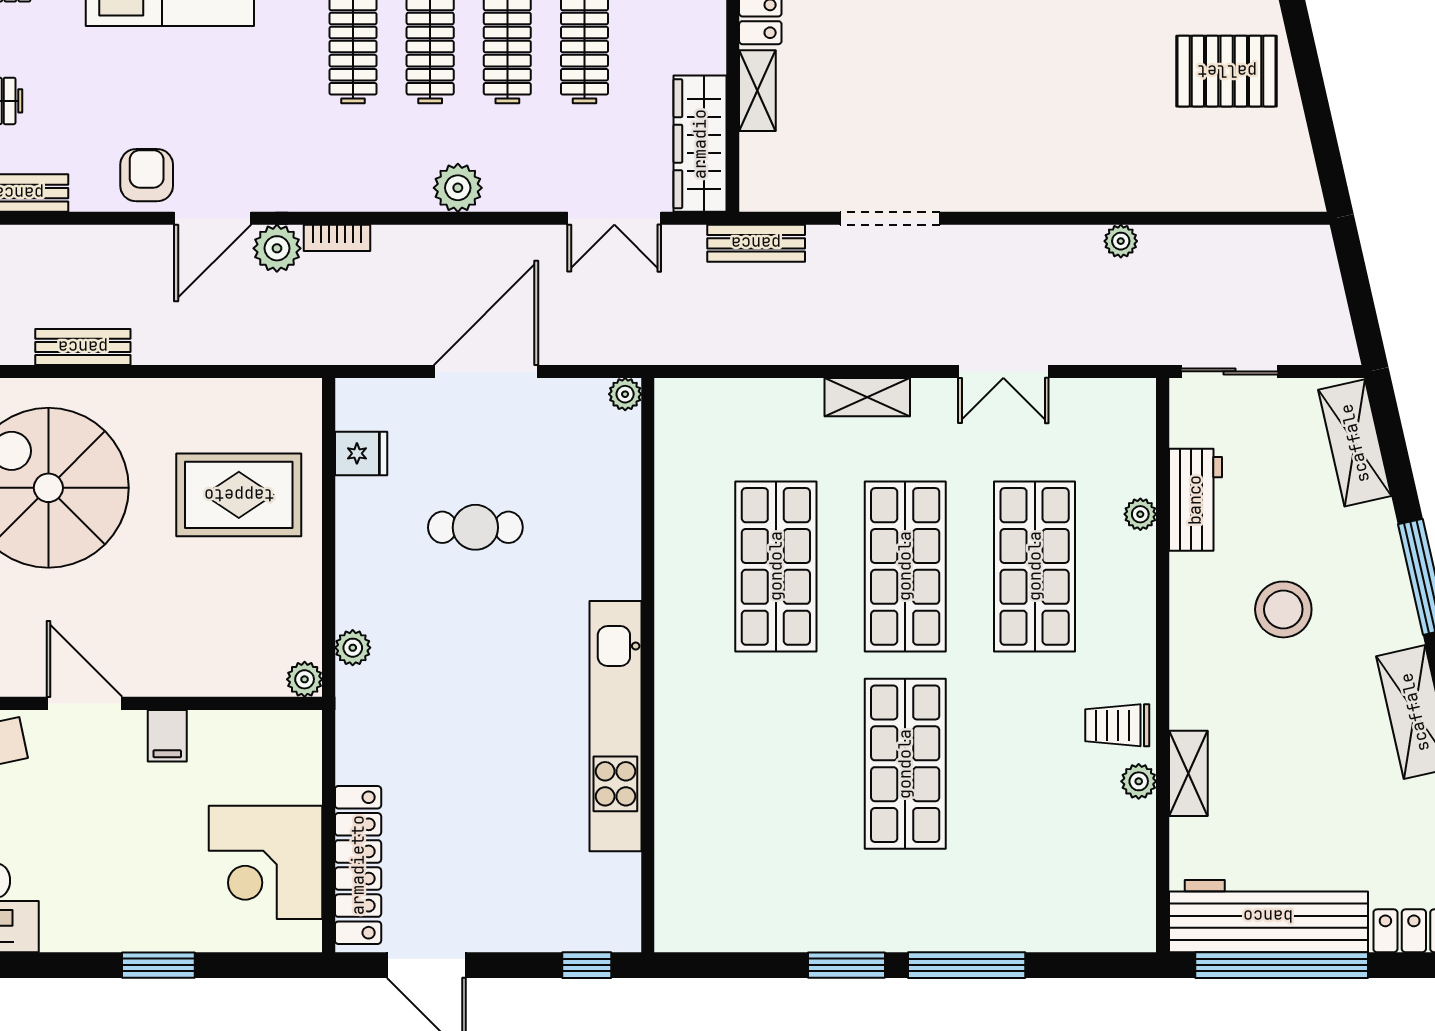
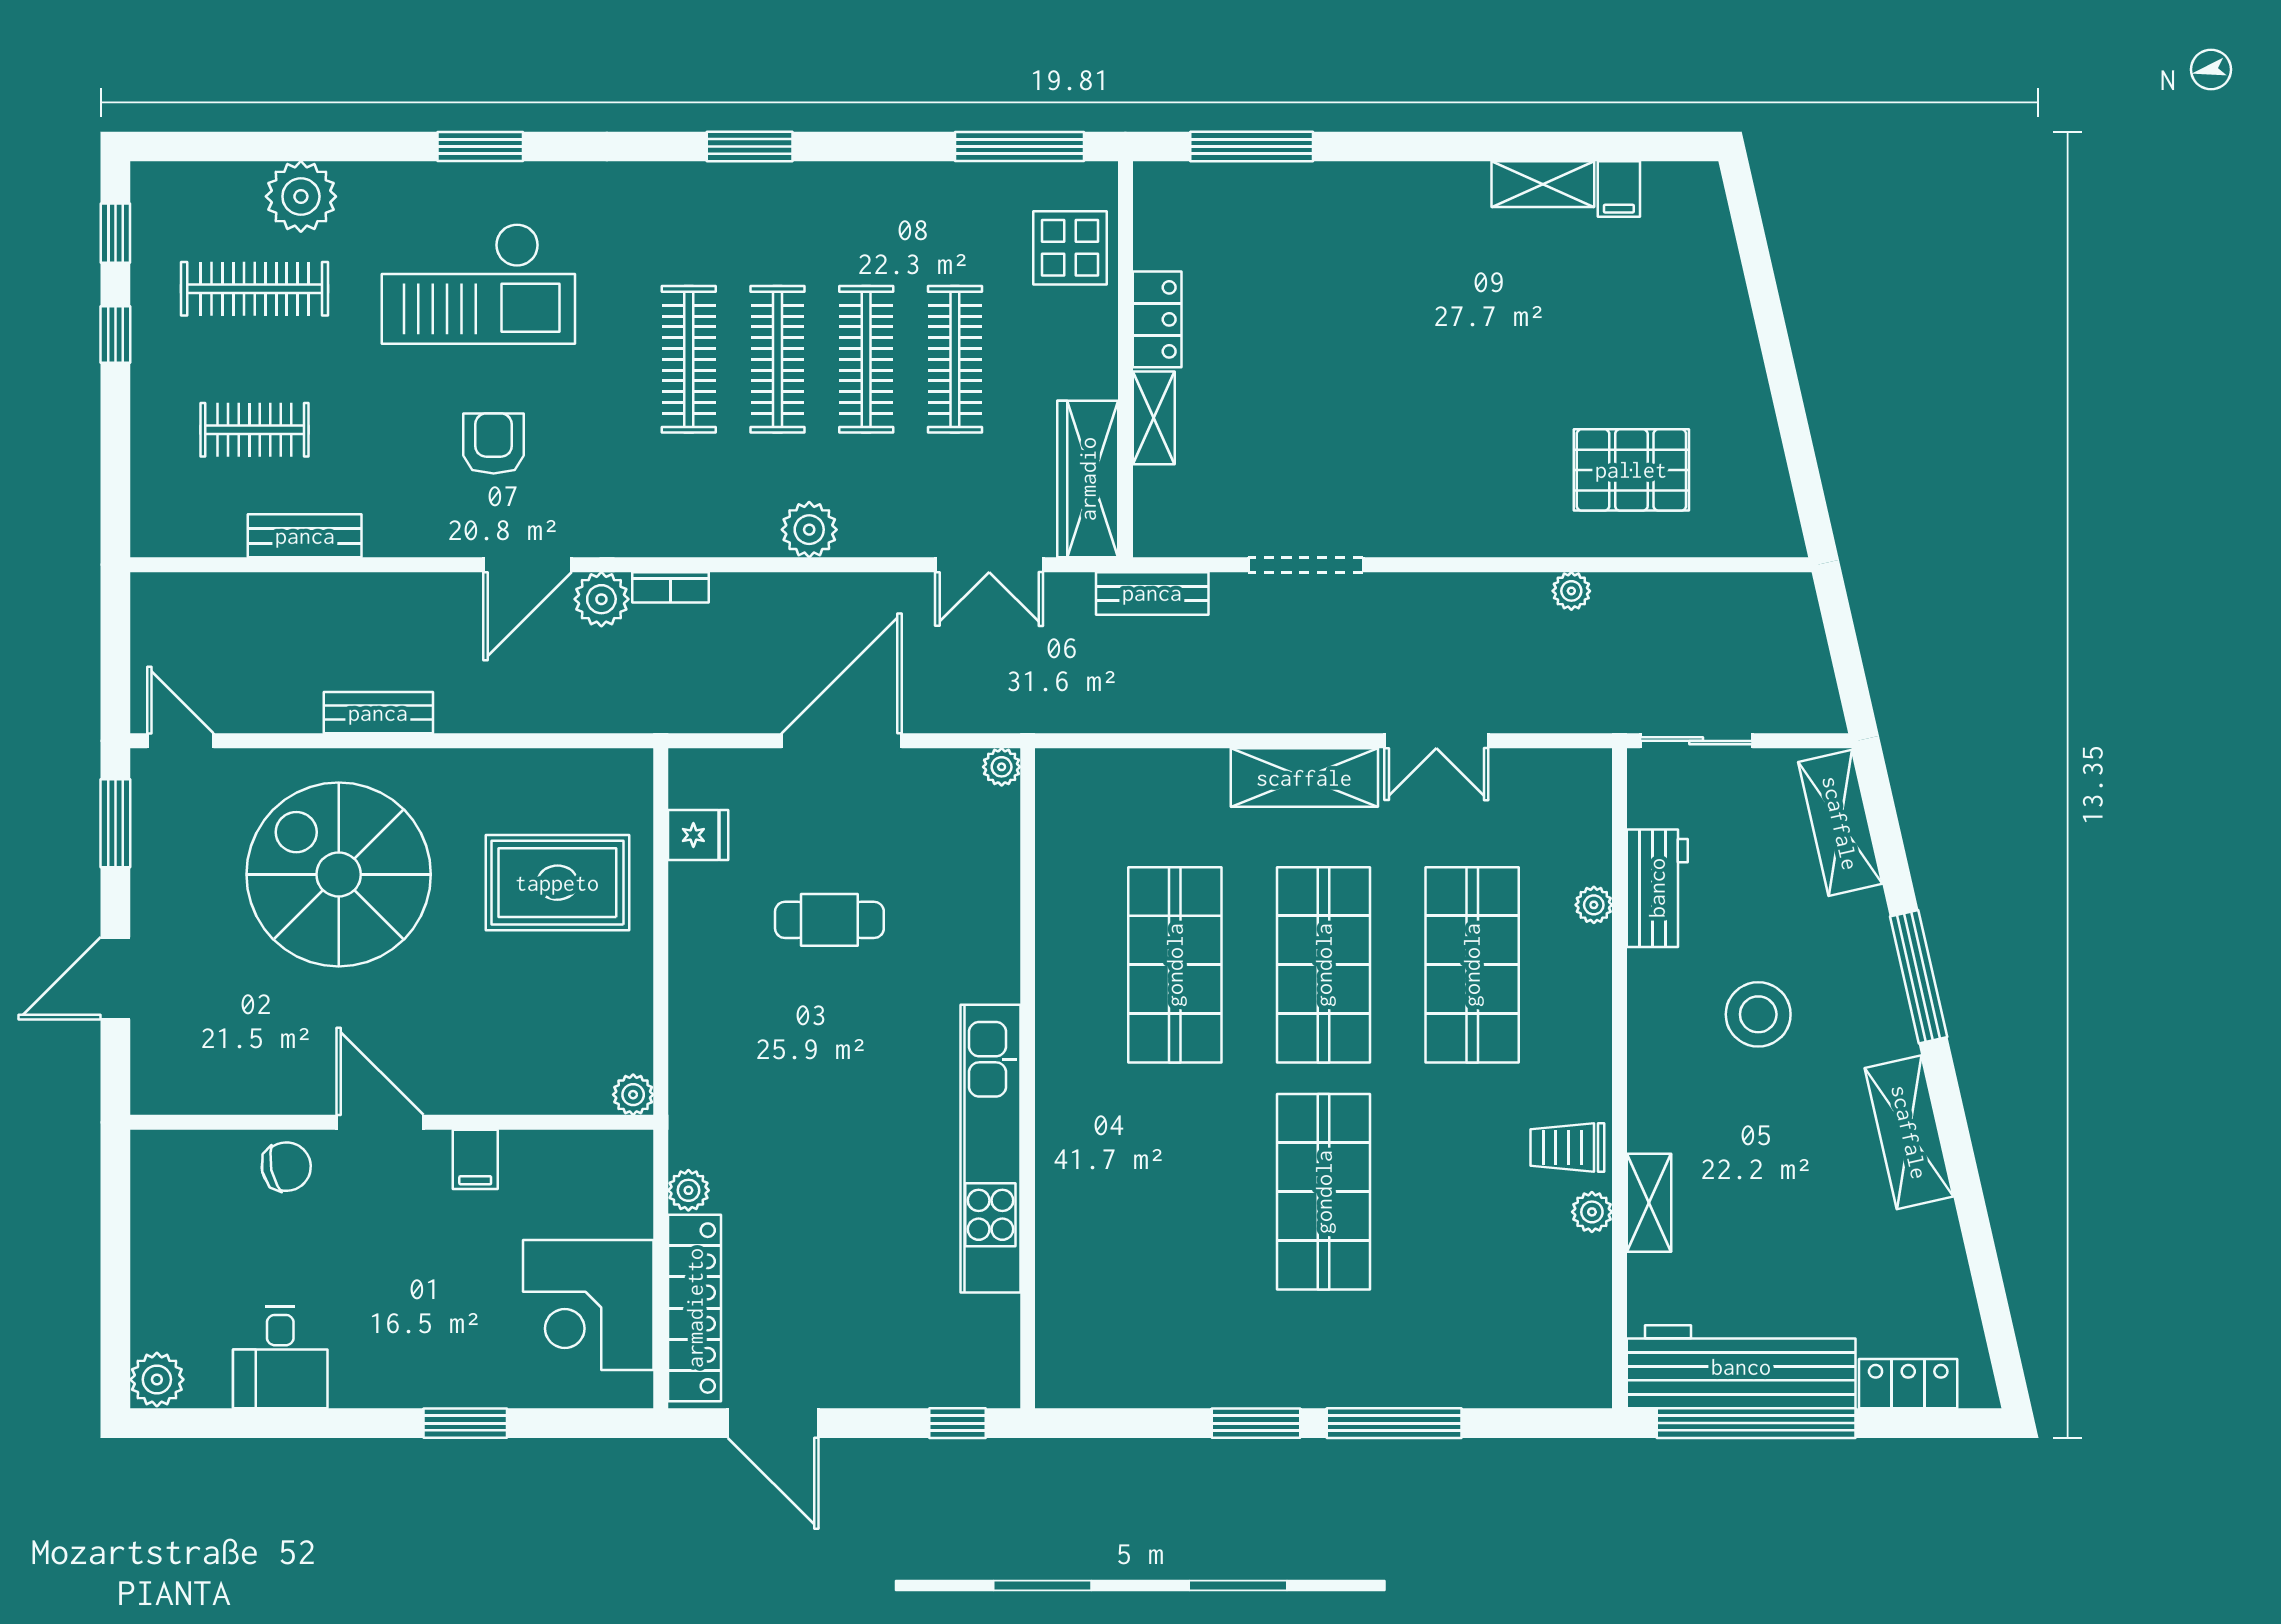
pallet: (1227, 71) -> (1631, 470), moved
armchair: (147, 175) -> (494, 443), moved
shelving: (867, 397) -> (1304, 778), width x1.50, depth x1.33
plant: (353, 648) -> (688, 1190), moved

